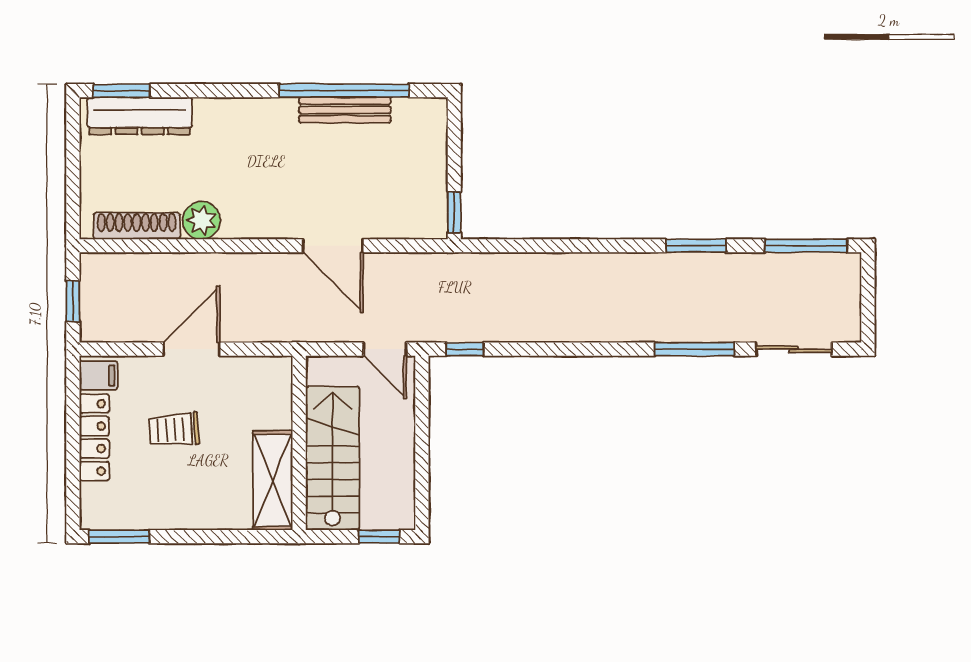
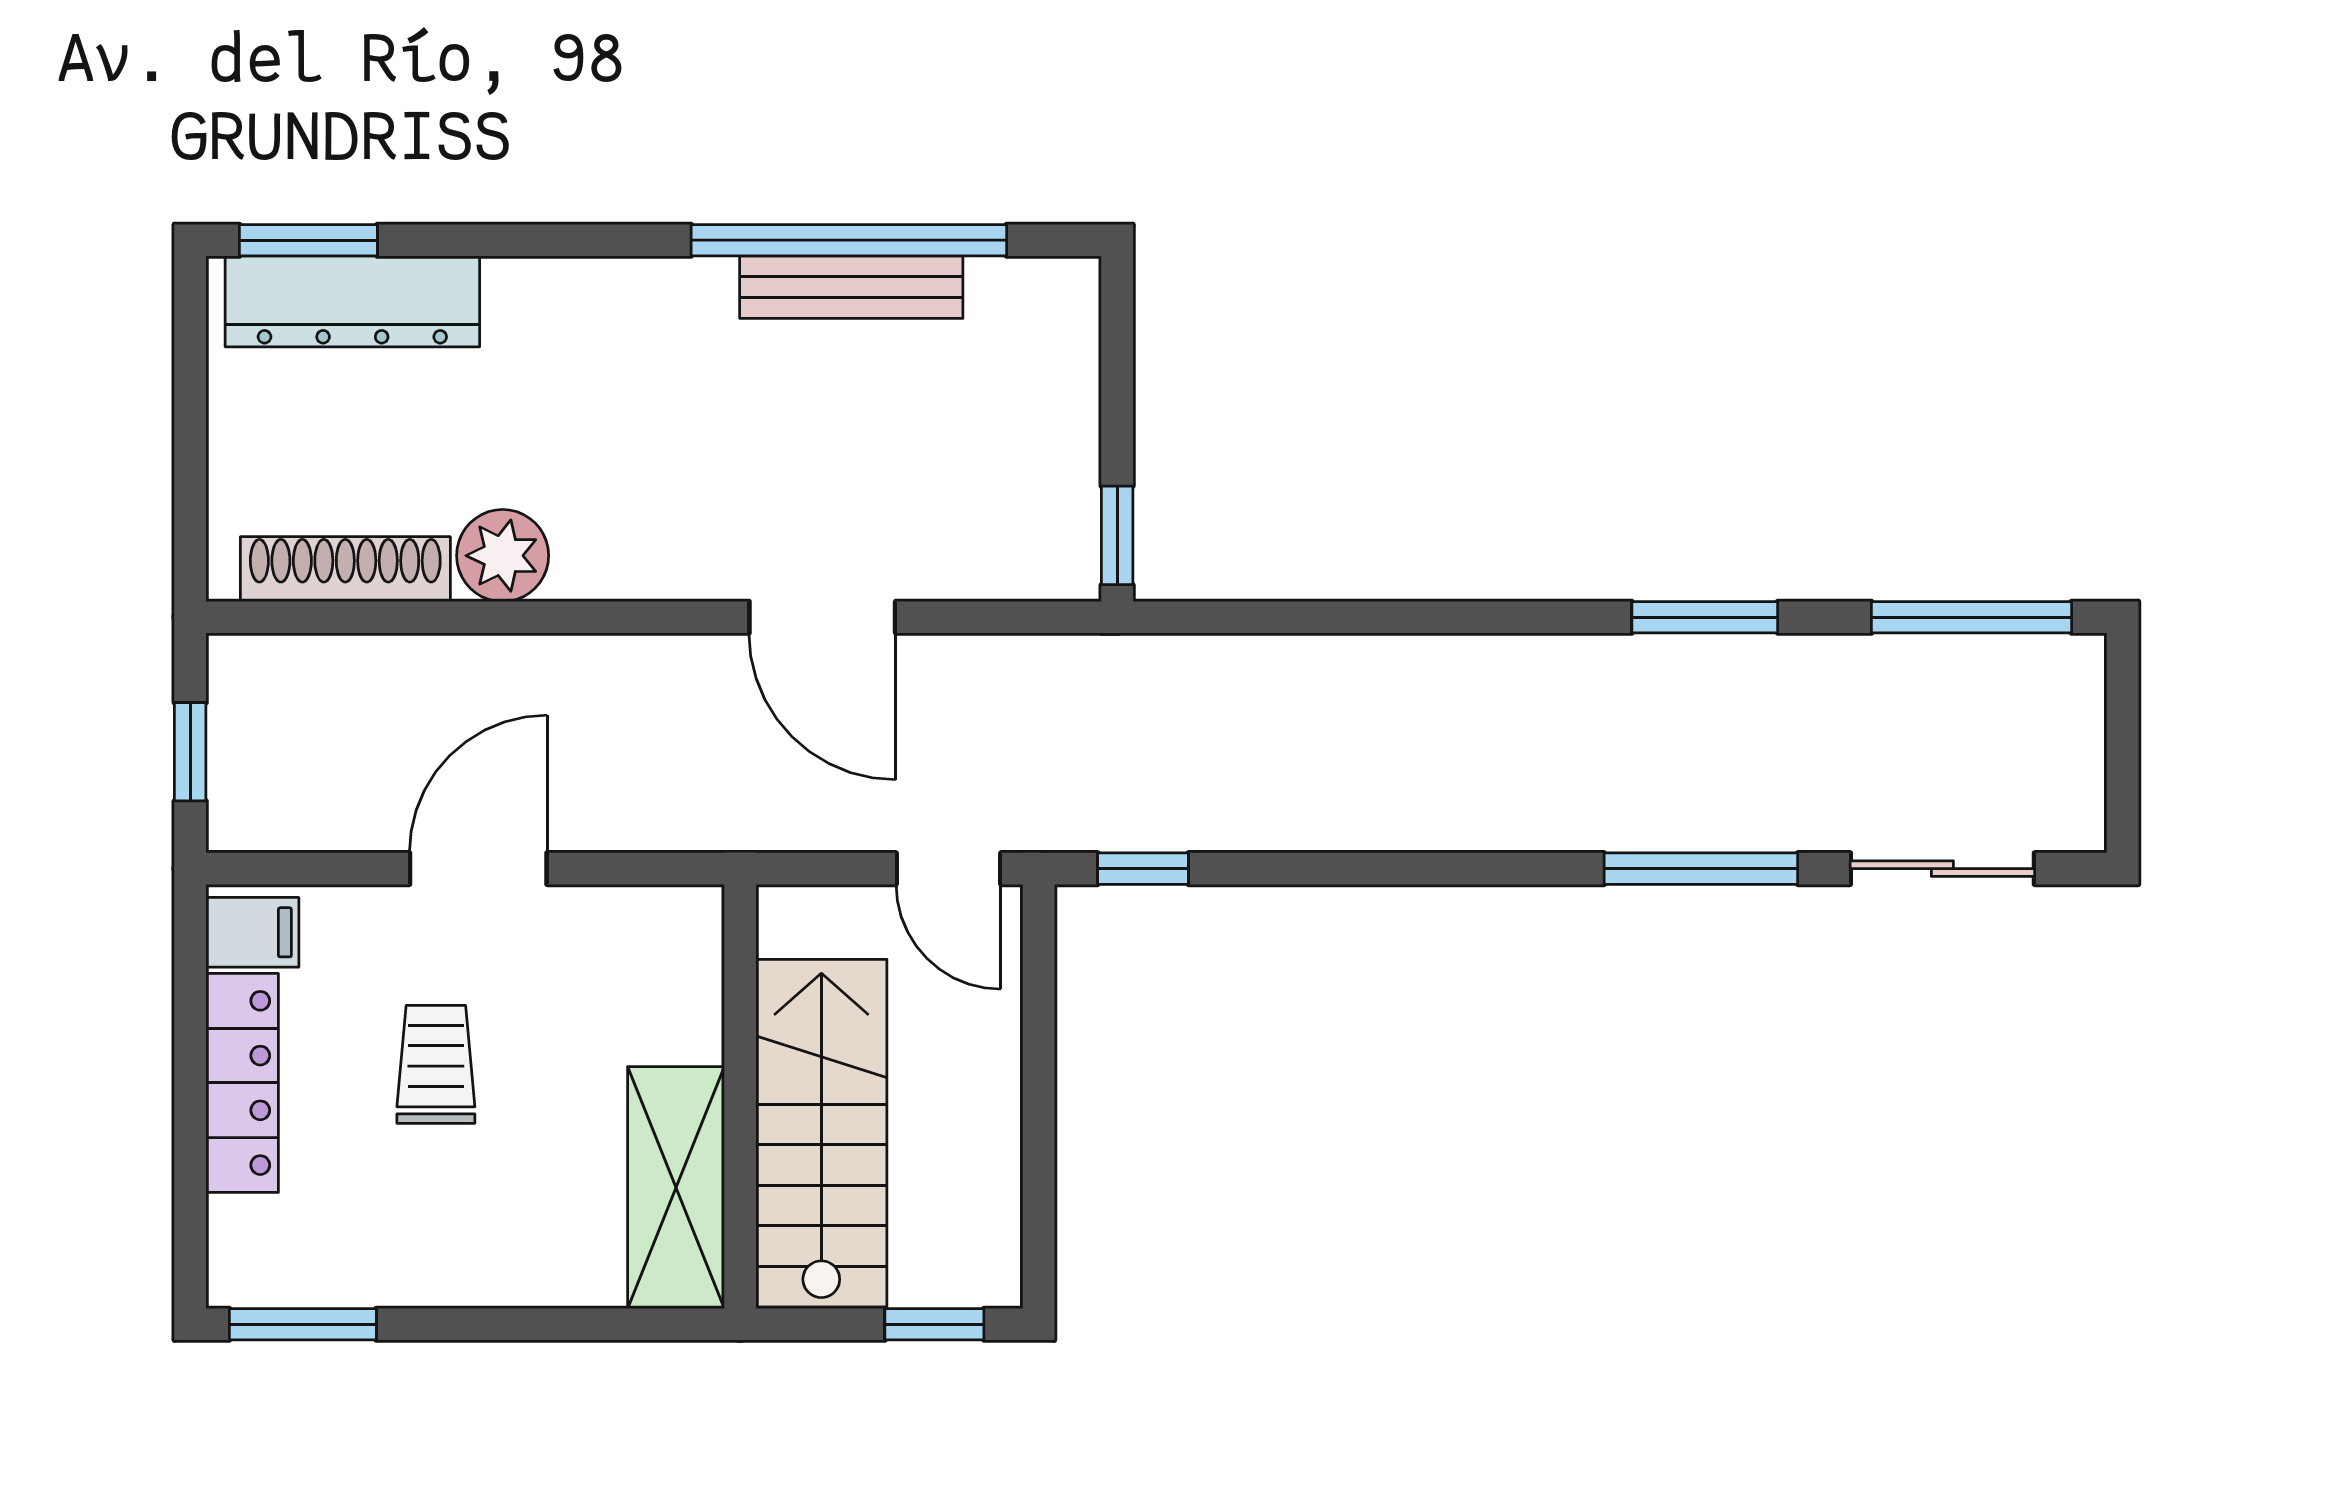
trolley: (174, 430) -> (436, 1064), turned 94

